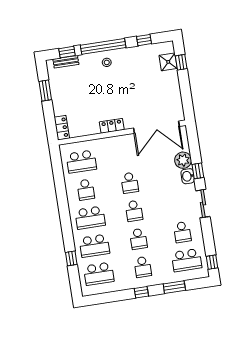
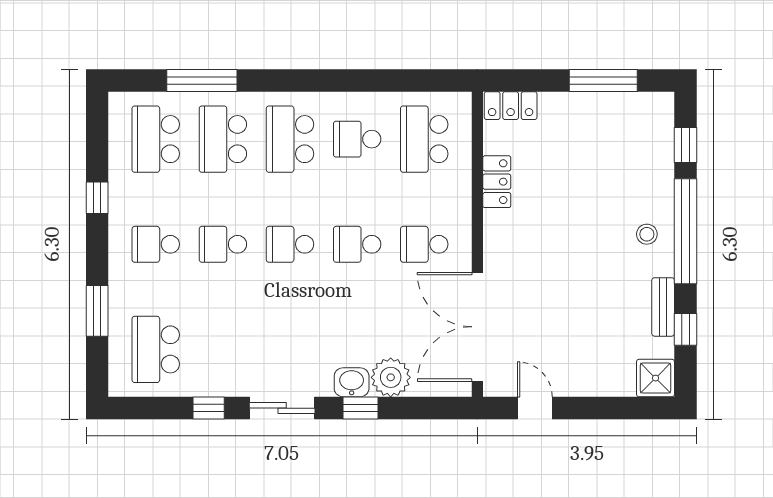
bench: (66, 62) -> (663, 307), moved
shower: (168, 62) -> (655, 378), moved
window: (181, 62) -> (620, 408), removed
window: (45, 91) -> (603, 81), width x1.44
door: (187, 98) -> (535, 408), added
locker: (112, 126) -> (497, 182), moved
school desk: (182, 232) -> (424, 244), moved
window: (71, 258) -> (202, 81), width x2.17
window: (212, 262) -> (209, 408), moved
window: (141, 292) -> (97, 198), moved

